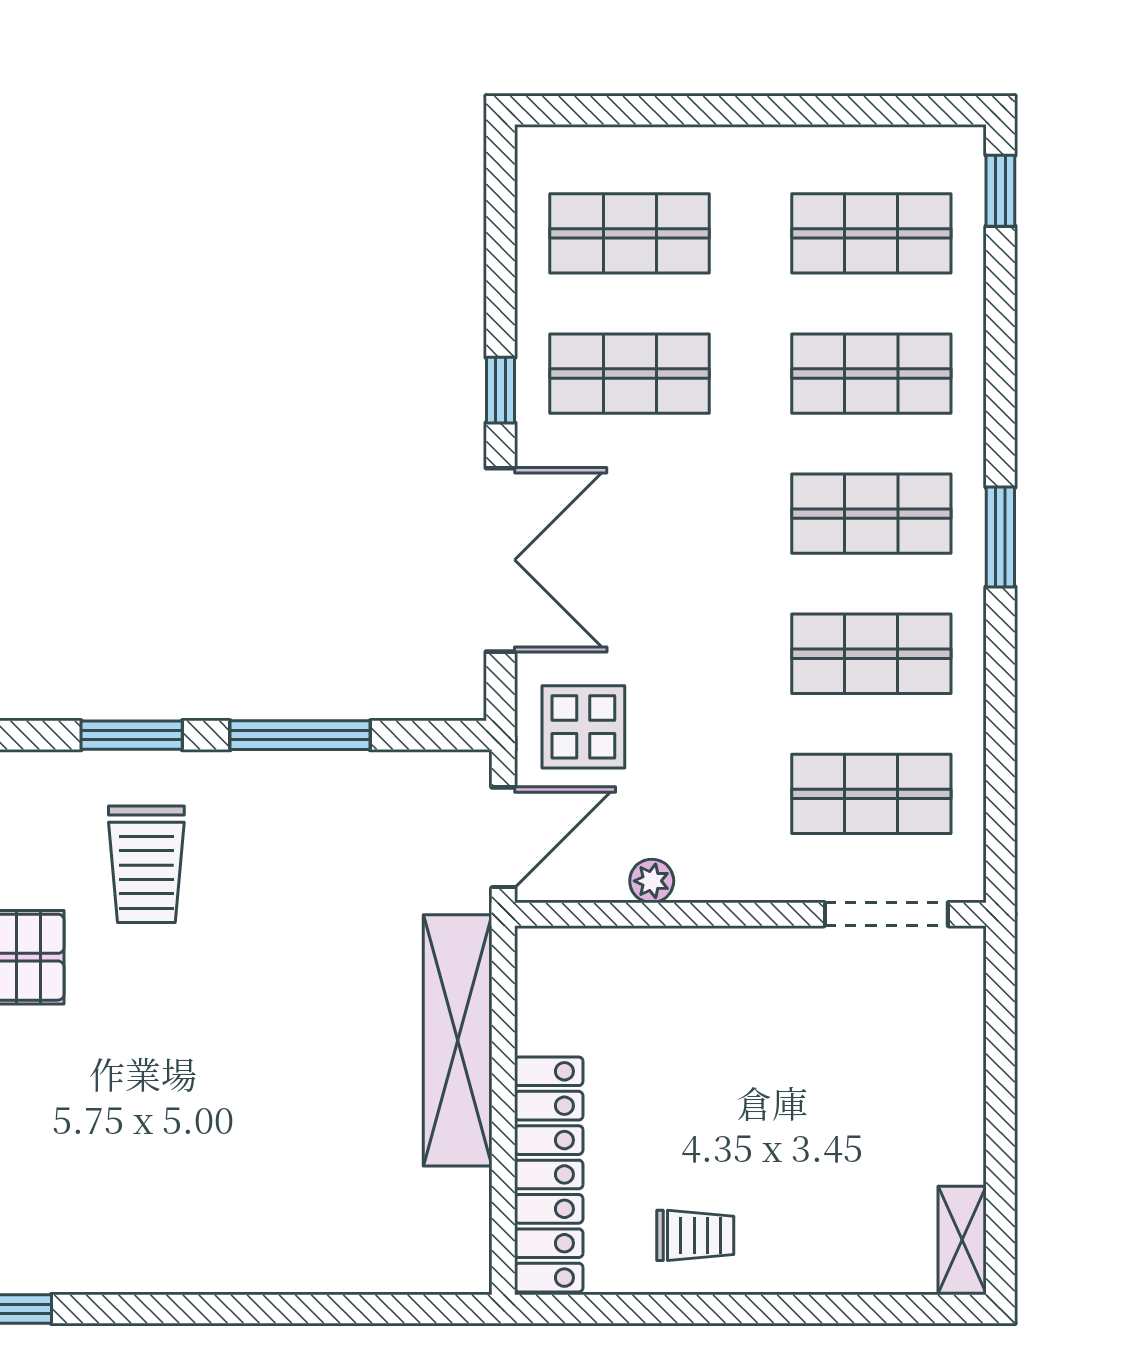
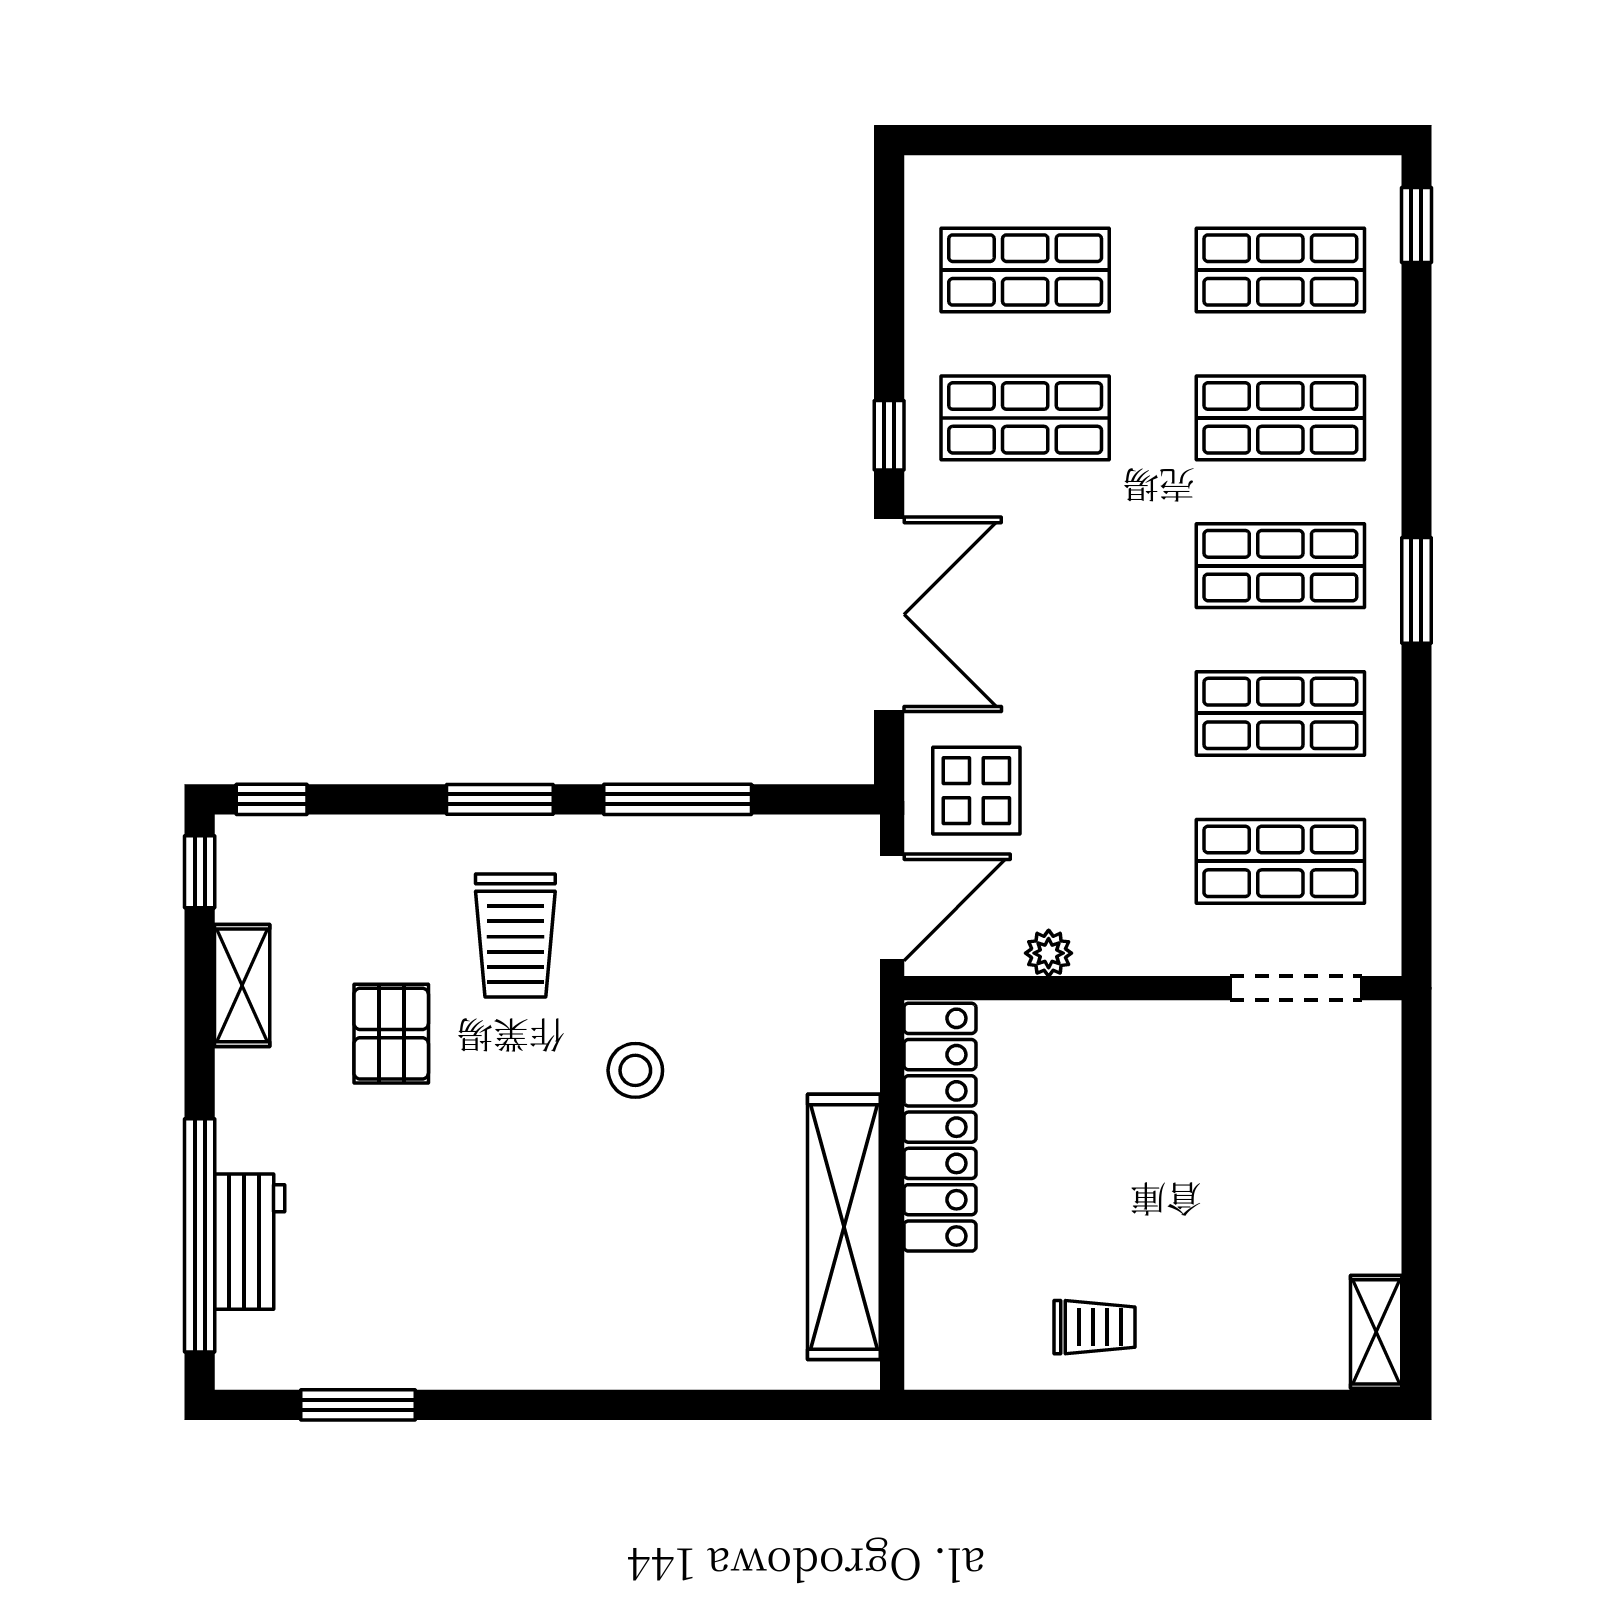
stool: (260, 992) -> (635, 1070), added
shelving: (458, 1040) -> (844, 1227), moved
locker: (549, 1174) -> (940, 1127), moved

